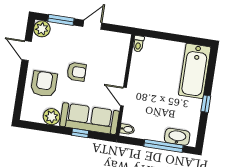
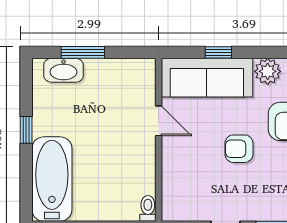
bidet: (127, 129) -> (145, 70), removed
window: (163, 146) -> (83, 52), width x0.69

